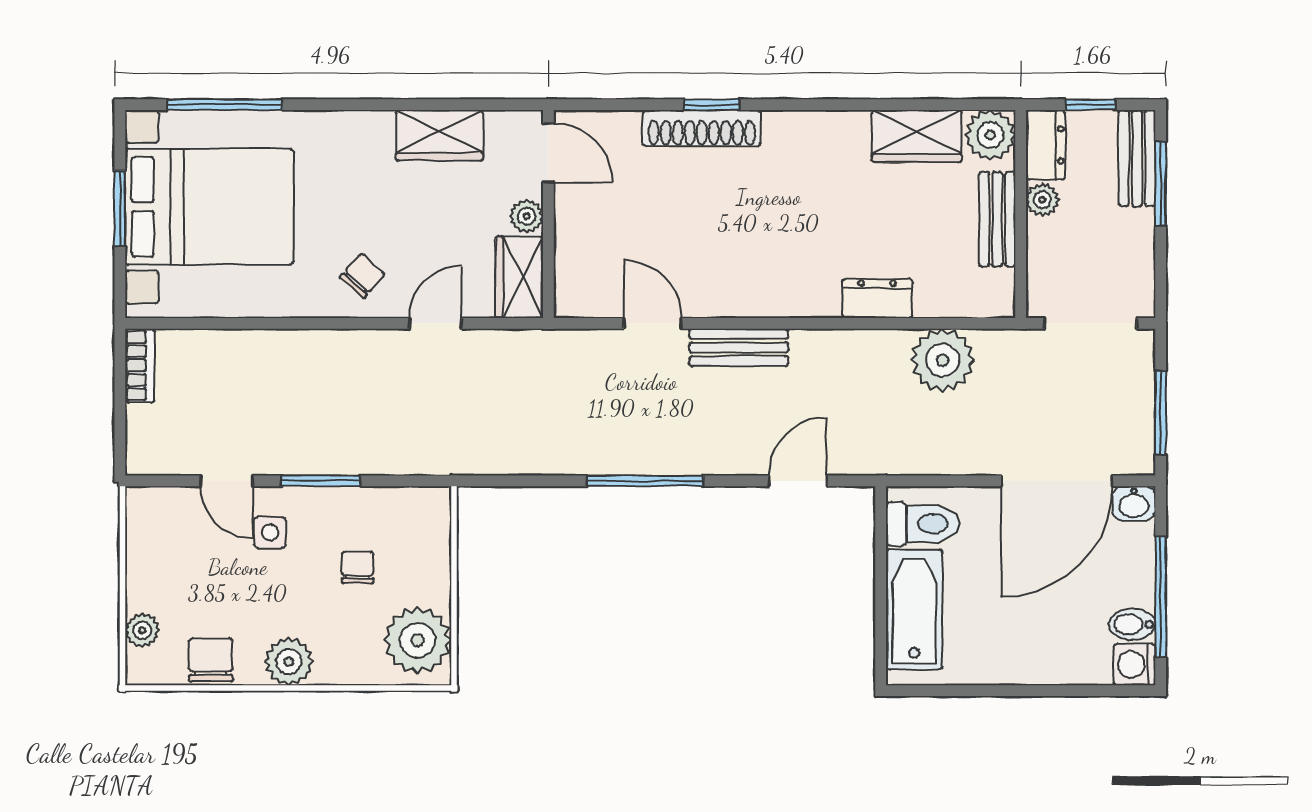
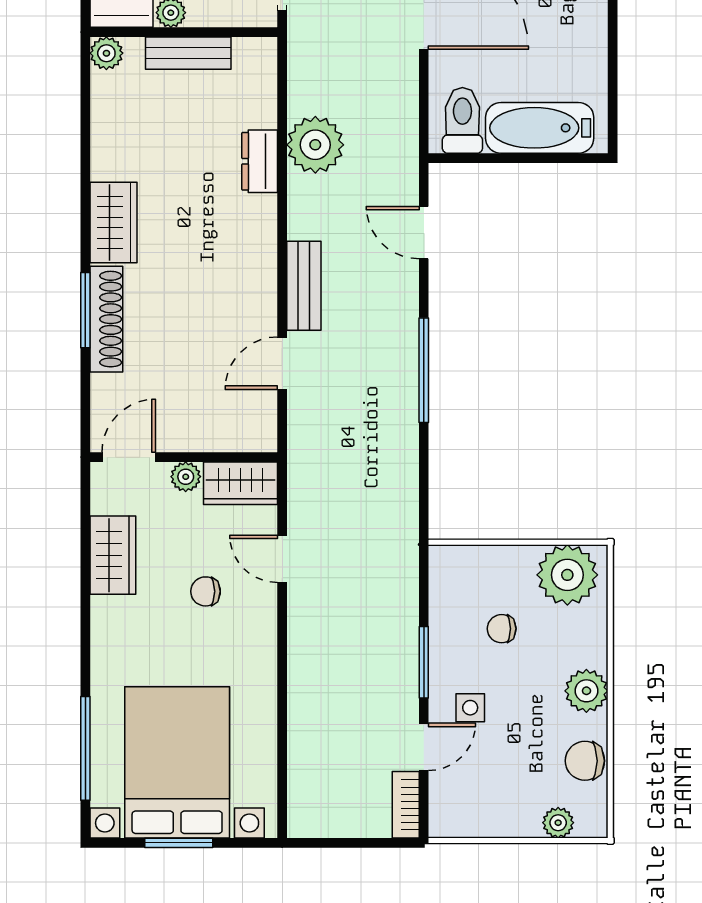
window: (712, 105) -> (85, 310), width x1.50
plant: (990, 135) -> (106, 53), width x0.73, depth x0.73
wardrobe: (917, 136) -> (113, 223), moved
chair: (362, 276) -> (206, 591), moved, turned -42
plant: (943, 360) -> (315, 145), moved
bookcase: (140, 366) -> (406, 805), moved, turned -90

